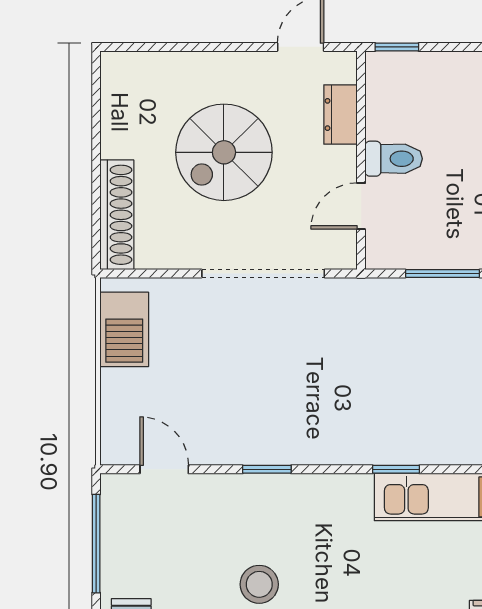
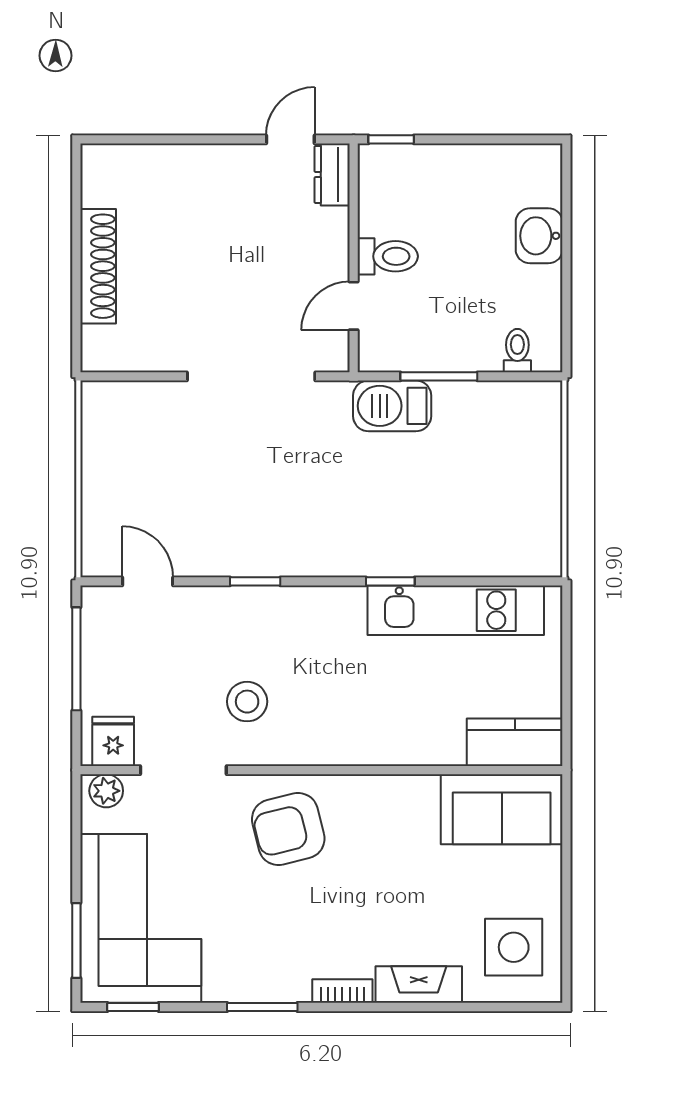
dresser: (341, 114) -> (332, 175), moved
spiral stairs: (224, 152) -> (210, 250), removed
shoe rack: (117, 215) -> (98, 266), moved
barbecue: (124, 329) -> (392, 406), moved, turned 90

